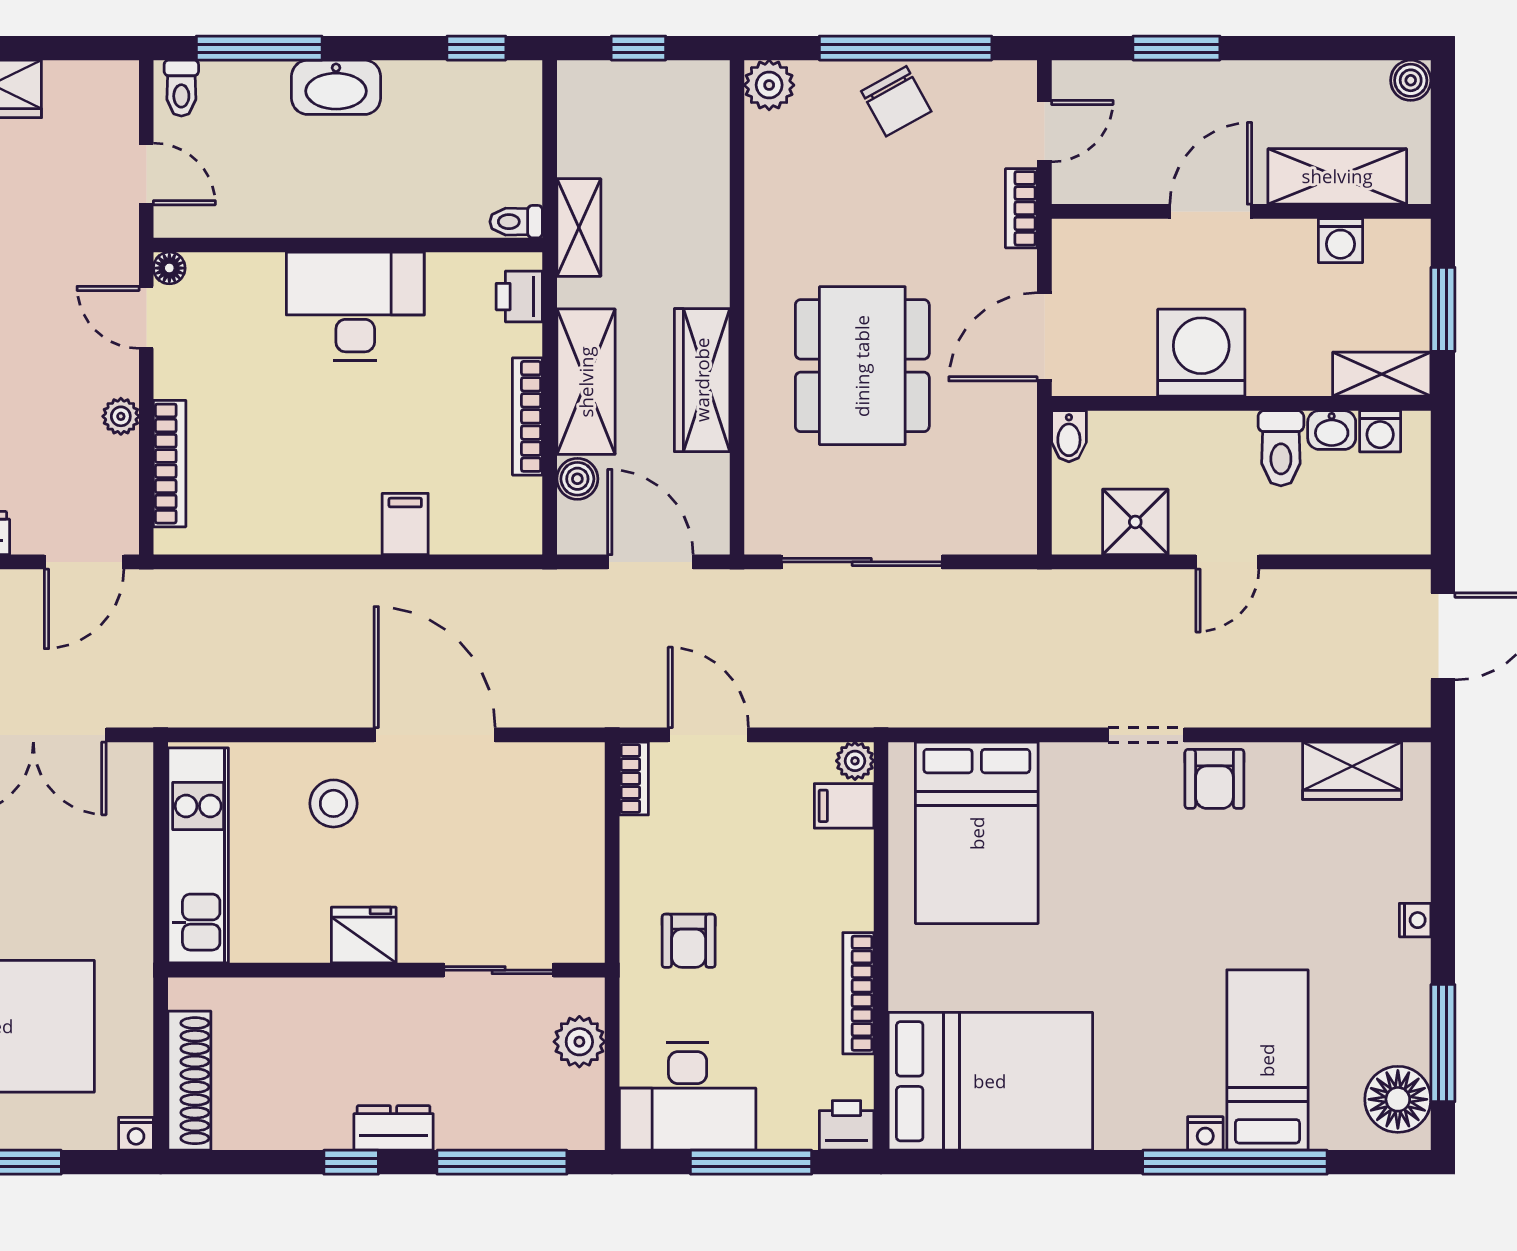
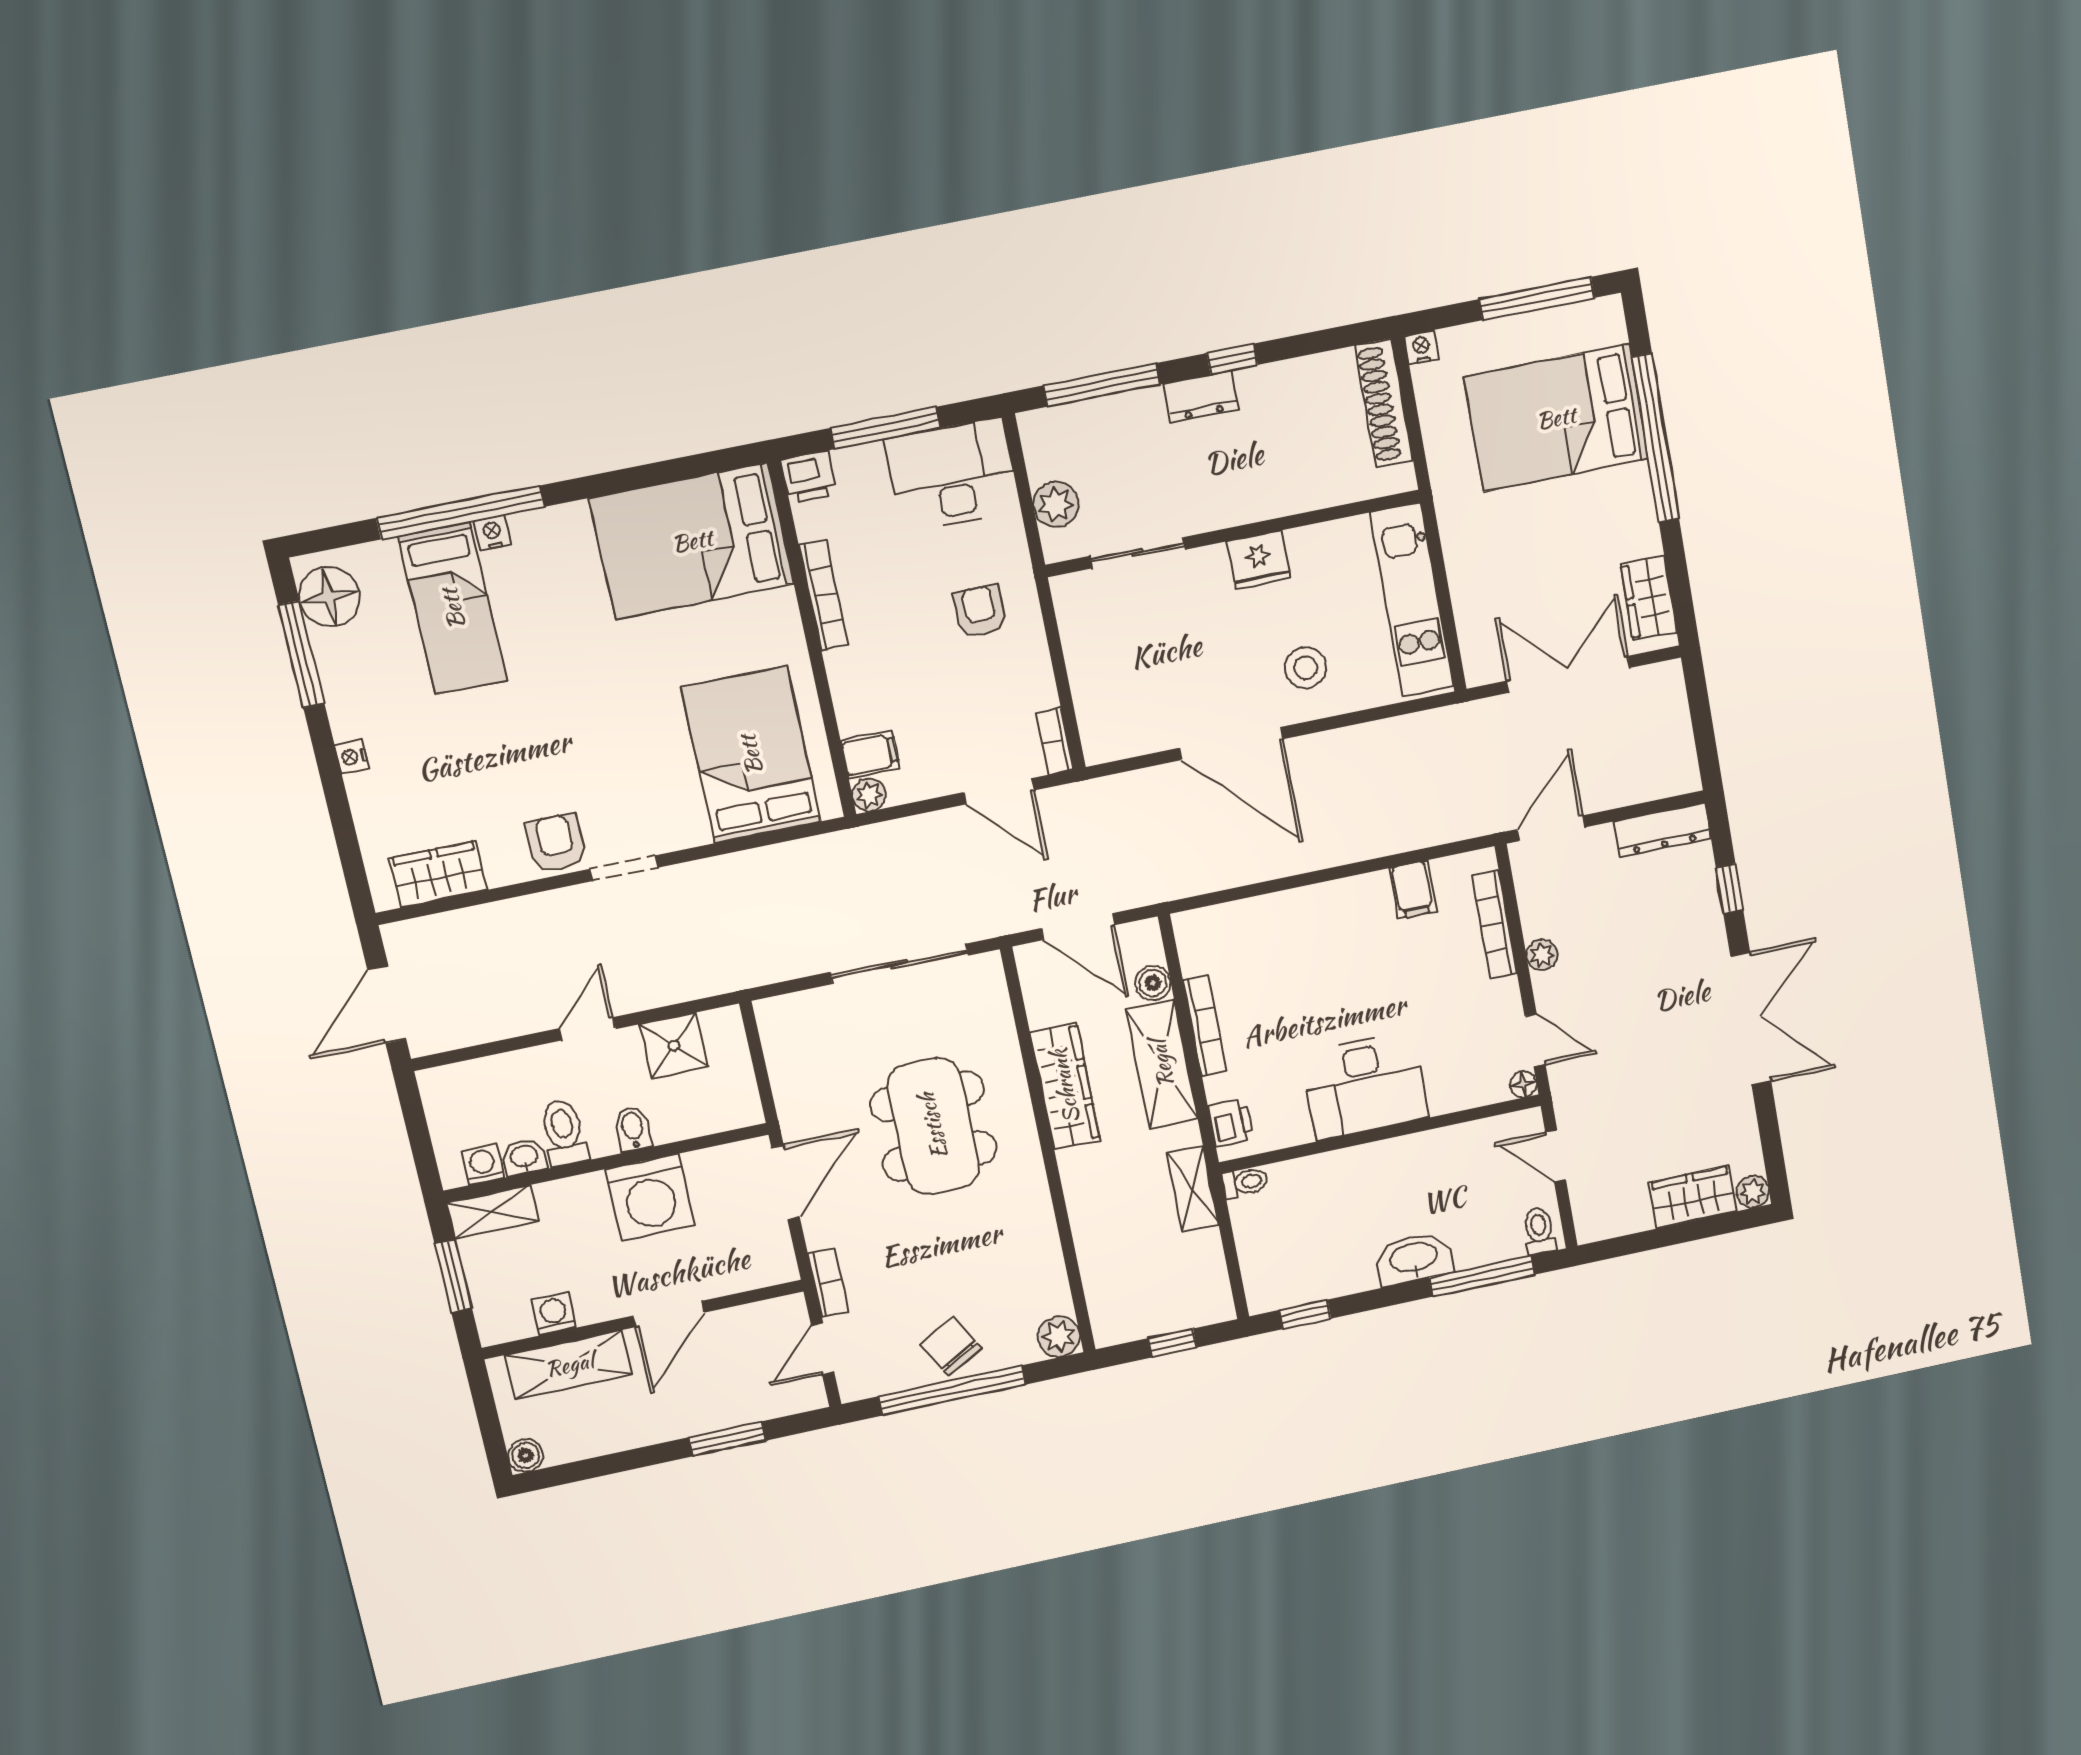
bidet: (1069, 436) -> (633, 1129), moved
filing cabinet: (405, 524) -> (1413, 890), moved

